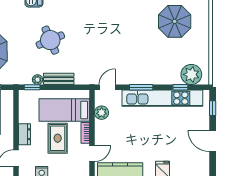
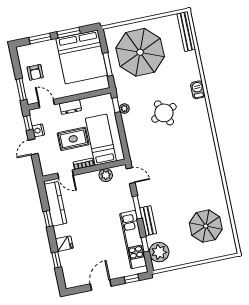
bench: (59, 79) -> (148, 221), moved
kitchen unit: (162, 98) -> (133, 240), width x0.73

